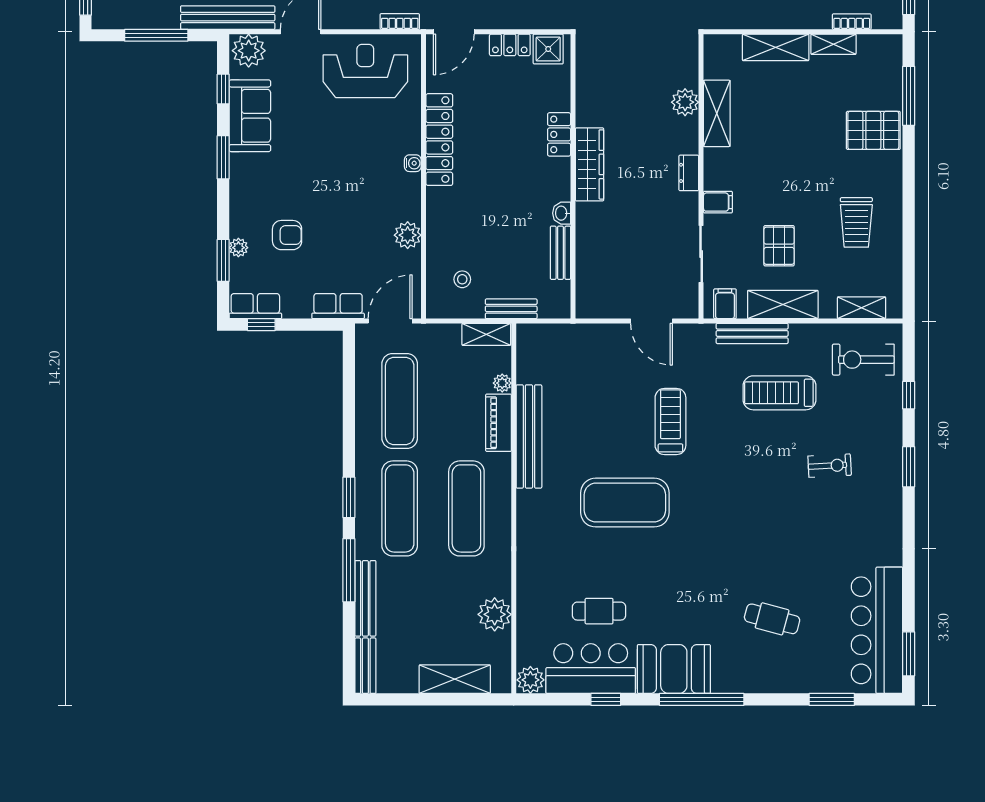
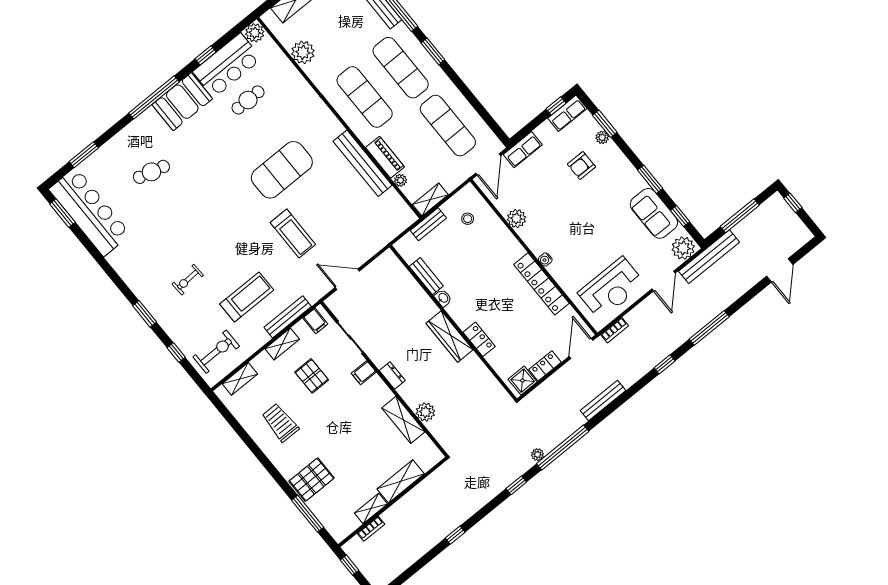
shelving: (783, 305) -> (282, 344), width x0.67, depth x0.75

